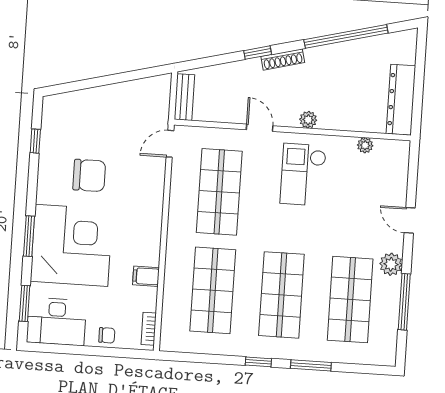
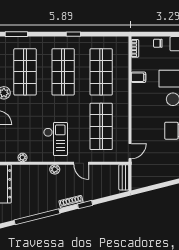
window: (311, 365) -> (16, 34), moved

